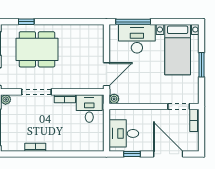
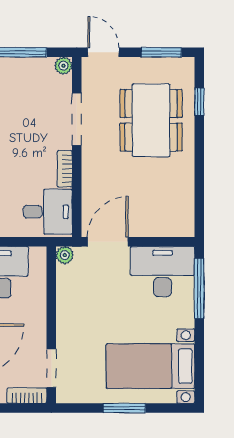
desk: (137, 39) -> (163, 271), moved, turned -90
door: (106, 74) -> (108, 242), swing flipped

